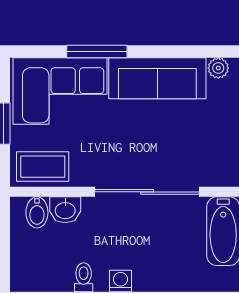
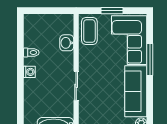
sliding door: (147, 192) -> (76, 86), width x0.54
bidet: (37, 212) -> (65, 28), removed

